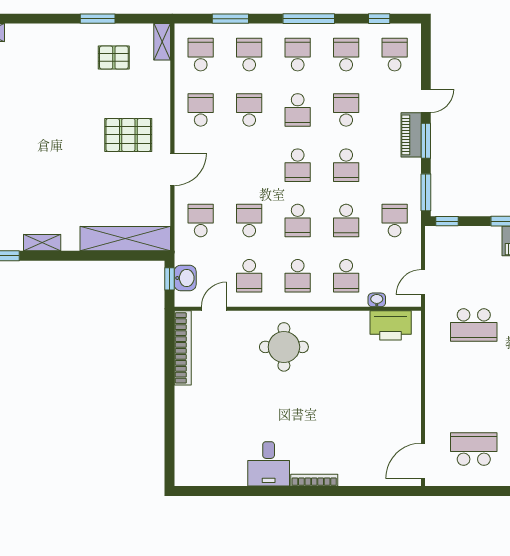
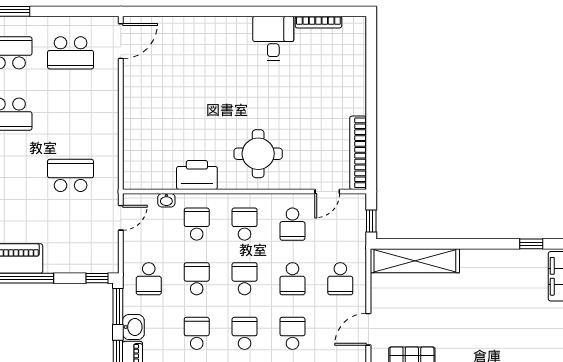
school desk: (249, 165) -> (292, 333), added
shelving: (42, 243) -> (497, 257), removed
school desk: (249, 276) -> (292, 224), turned 180
washbasin: (185, 278) -> (133, 327), moved, turned 180
printer: (391, 325) -> (197, 175), moved
bookcase: (314, 480) -> (318, 22), moved

